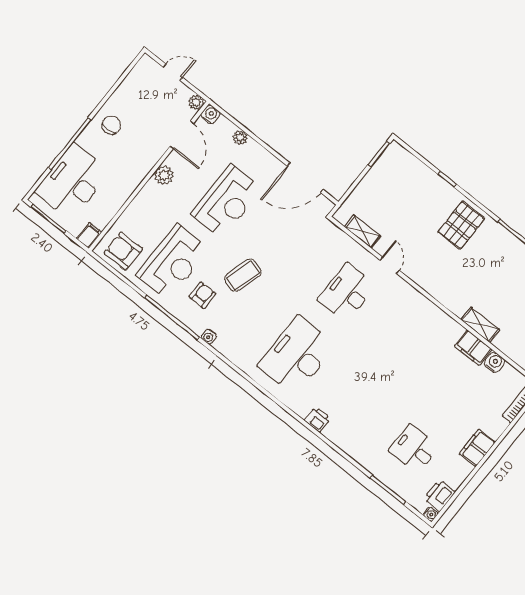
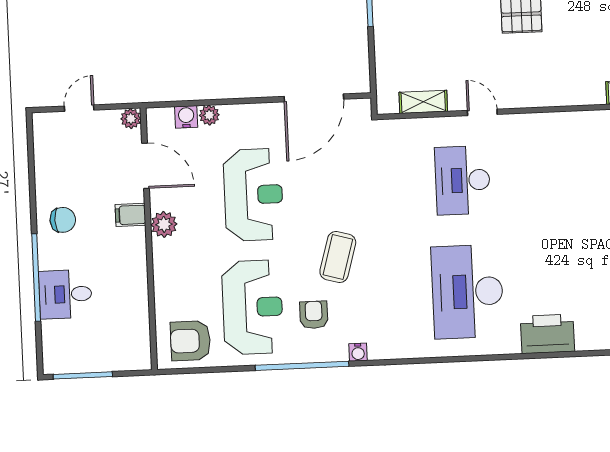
water cooler: (210, 114) -> (186, 117), moved
chair: (111, 125) -> (63, 220), turned 89
desk: (72, 182) -> (65, 294), width x0.53, depth x0.77
filing cabinet: (89, 235) -> (130, 215), moved, turned -90
printer: (317, 420) -> (547, 334), width x1.87, depth x1.48

